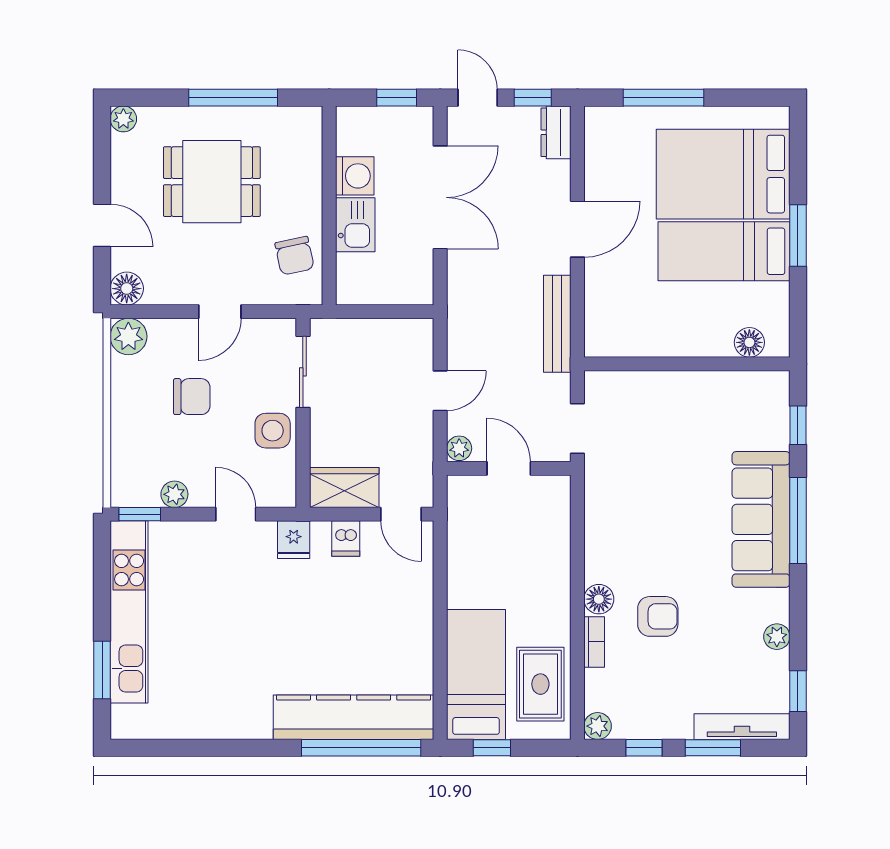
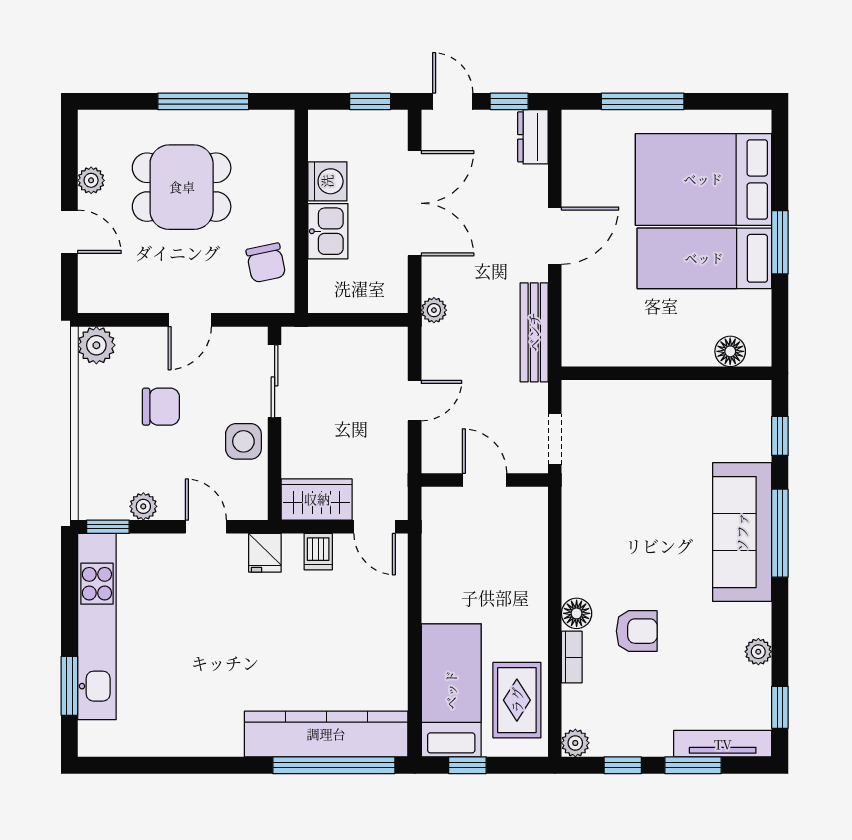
plant: (123, 119) -> (91, 180), moved
floor lamp: (127, 289) -> (95, 296), removed
plant: (459, 448) -> (434, 310), moved

